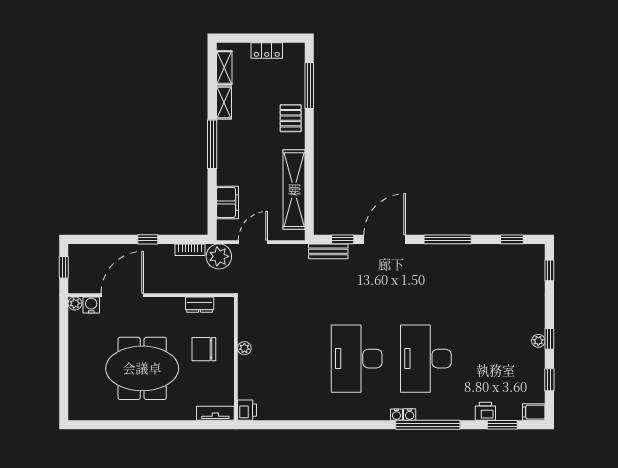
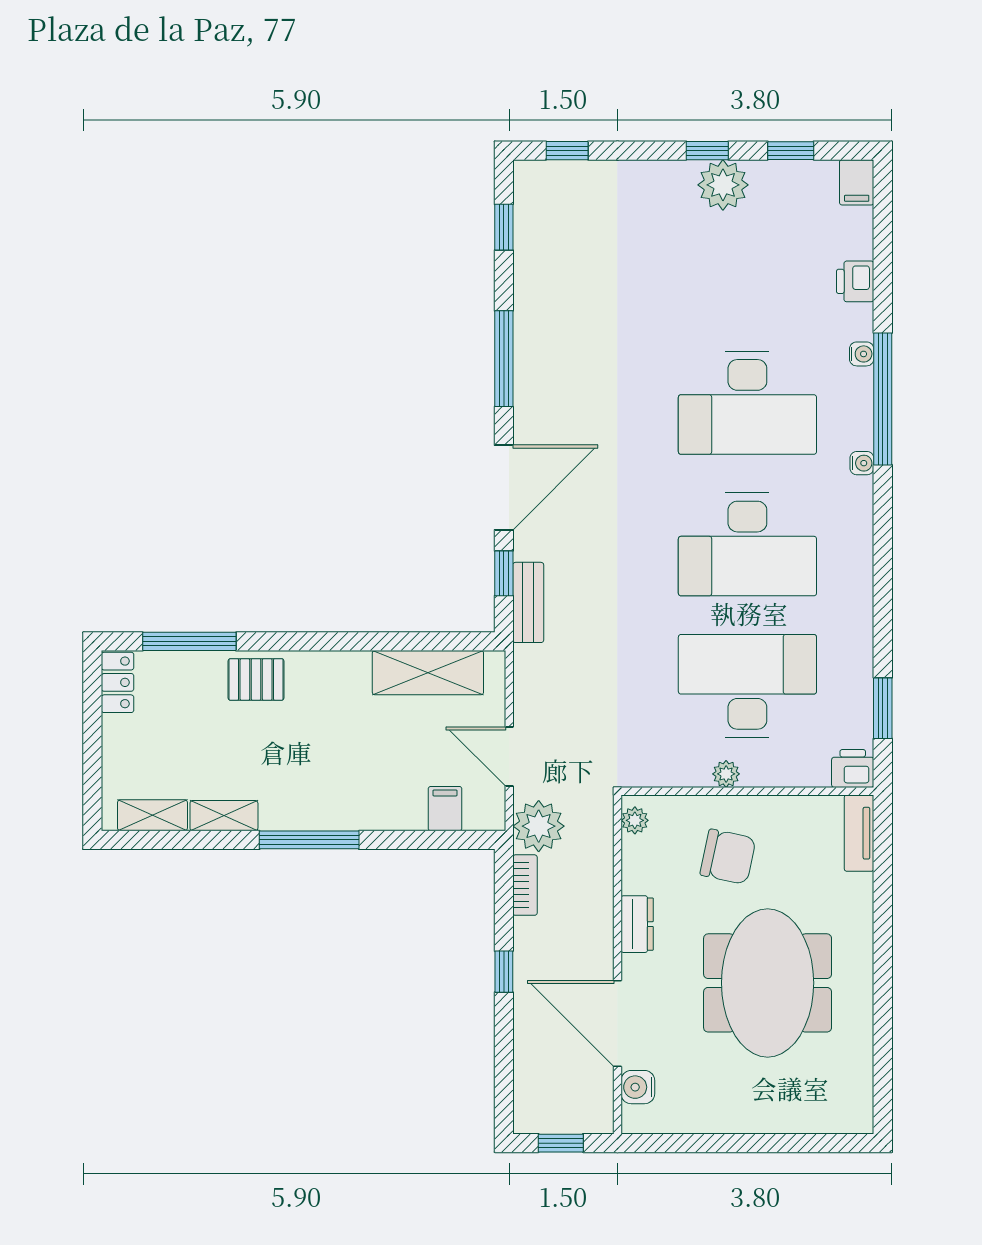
locker: (267, 50) -> (118, 682), moved
shelving: (294, 190) -> (428, 673), width x0.68
filing cabinet: (227, 202) -> (445, 809), width x0.50
door: (385, 239) -> (504, 487), swing flipped
plant: (75, 303) -> (635, 820), moved
dresser: (200, 305) -> (637, 924), moved
plant: (538, 341) -> (723, 185), width x1.87, depth x1.87
chair: (204, 349) -> (728, 857), turned -78
desk: (287, 359) -> (747, 686), added
water cooler: (410, 414) -> (862, 354), moved
window: (502, 425) -> (883, 708), moved

